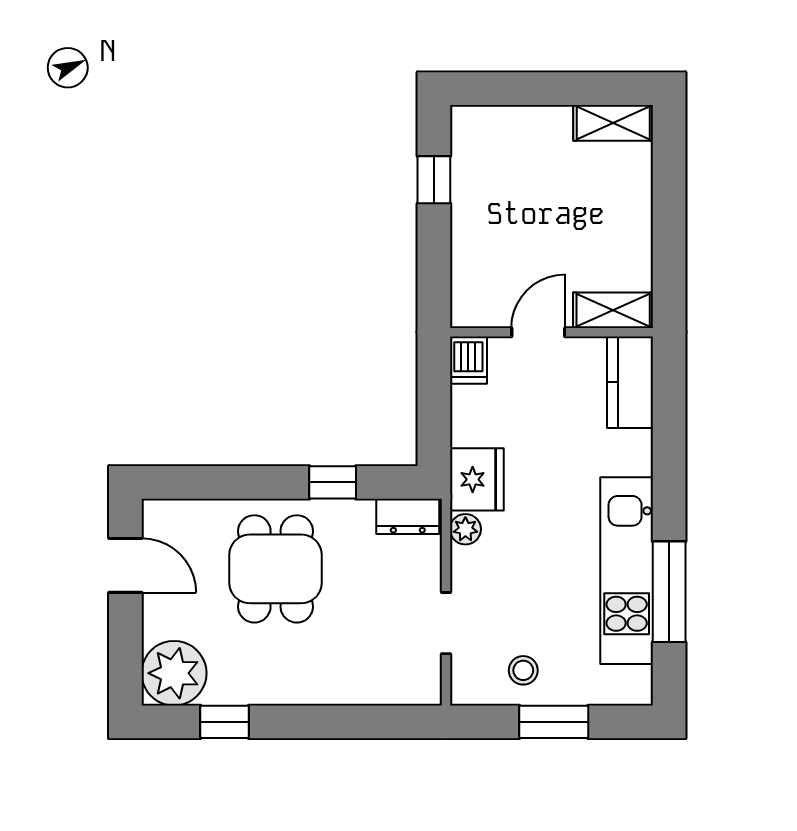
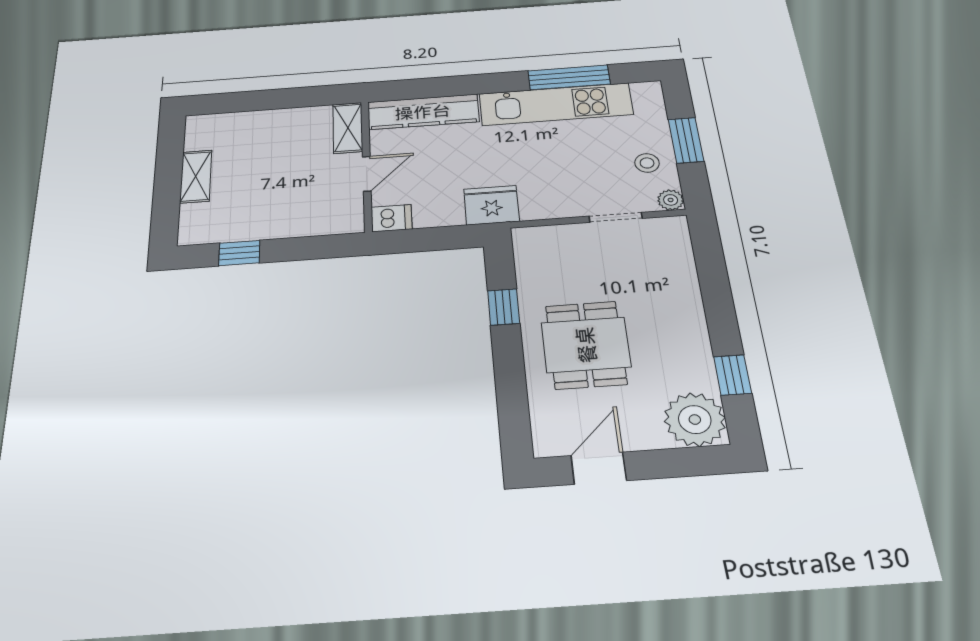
shelving: (613, 123) -> (196, 176), moved
door: (538, 332) -> (367, 174), swing flipped
kitchen counter: (630, 382) -> (423, 112), width x1.50
dresser: (408, 516) -> (528, 250), removed
plant: (465, 529) -> (671, 200), moved
dining table: (276, 569) -> (586, 345), turned 90

